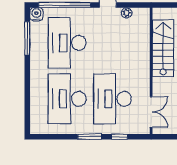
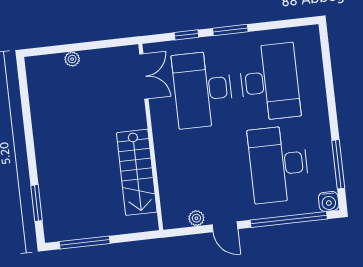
desk: (67, 43) -> (279, 164), turned 180
desk: (112, 99) -> (203, 89), turned 180
double door: (151, 112) -> (144, 76), swing flipped

